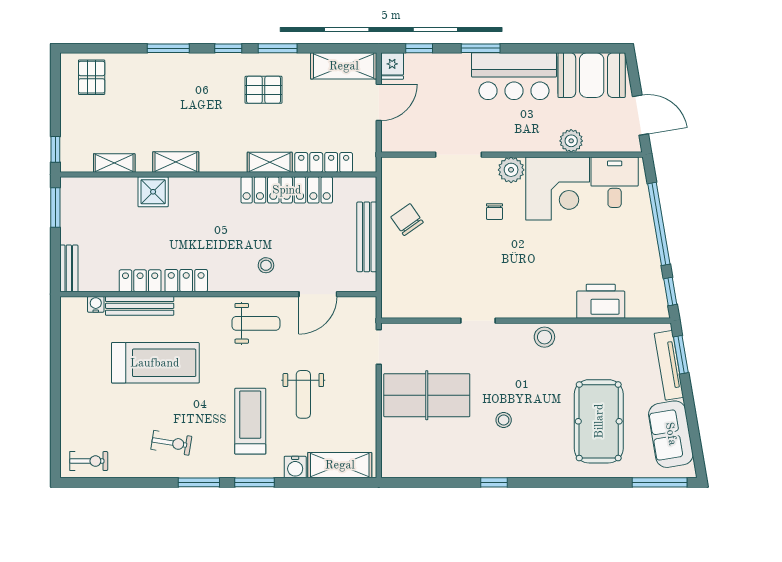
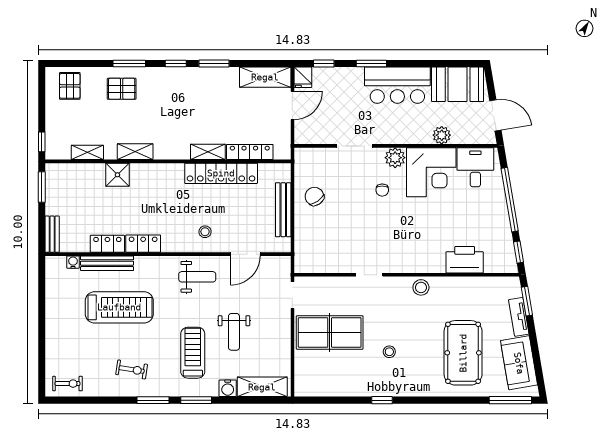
pallet: (264, 90) -> (122, 89), moved
tv unit: (669, 365) -> (519, 317), width x0.71

